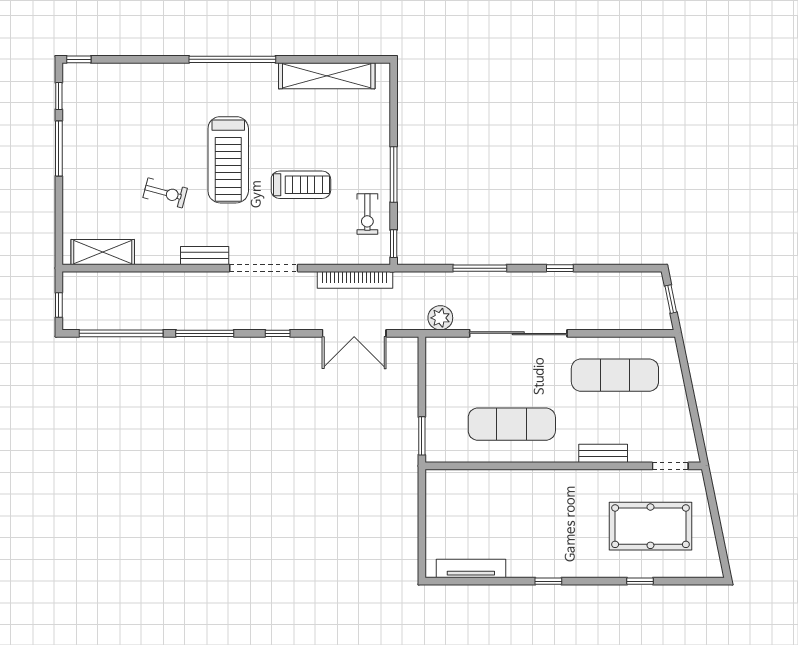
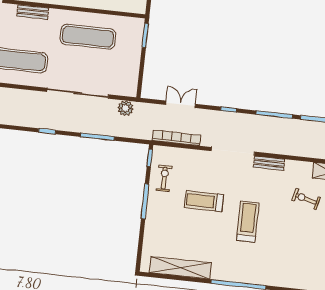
treadmill: (228, 160) -> (248, 222), width x0.73, depth x0.73
exercise bike: (165, 193) -> (306, 199), moved
double door: (354, 333) -> (181, 104), width x0.73

